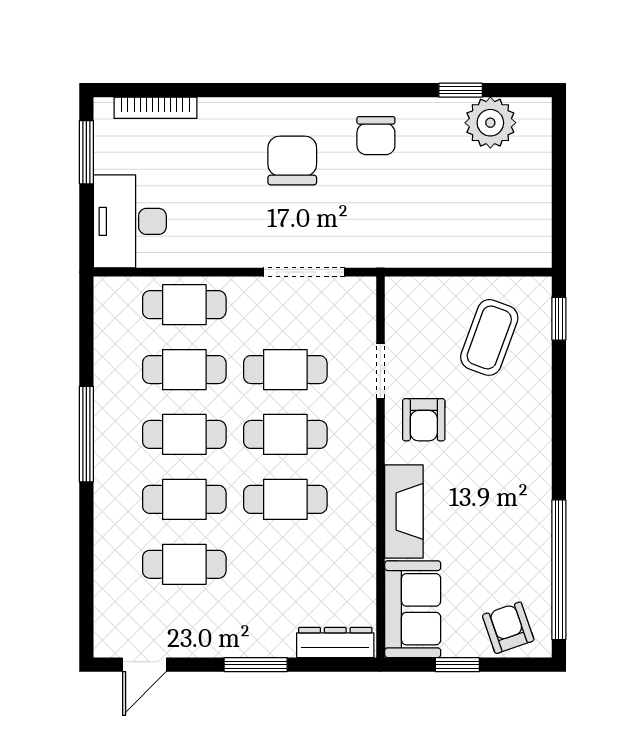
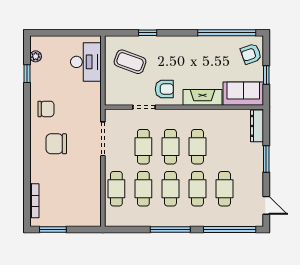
plant: (490, 123) -> (36, 56), width x0.53, depth x0.53
desk: (130, 221) -> (86, 62), moved, turned -90
window: (559, 319) -> (148, 33), moved
window: (86, 577) -> (230, 230), added

